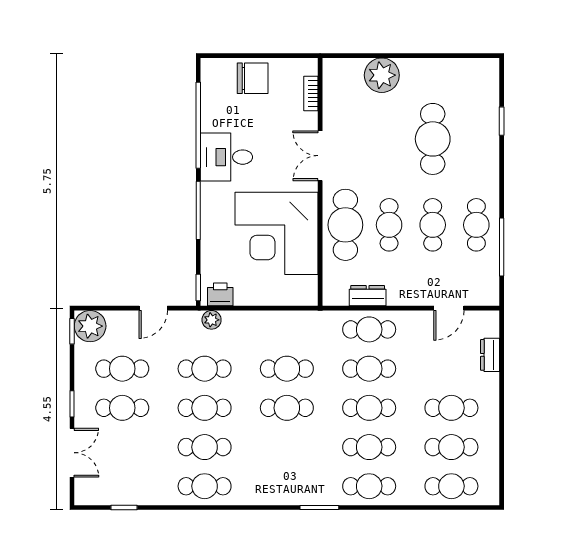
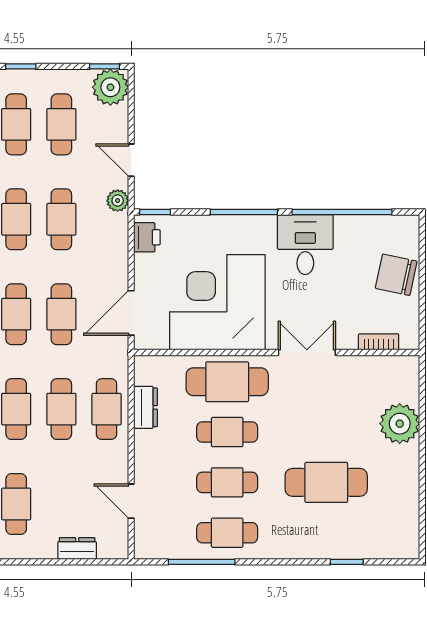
chair: (253, 78) -> (396, 275), turned 102
door: (286, 308) -> (131, 313), added
plant: (212, 320) -> (118, 201), moved

